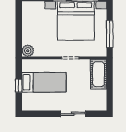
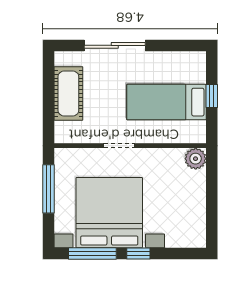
cot: (99, 74) -> (68, 93), moved
sliding door: (73, 114) -> (115, 45), width x1.37

